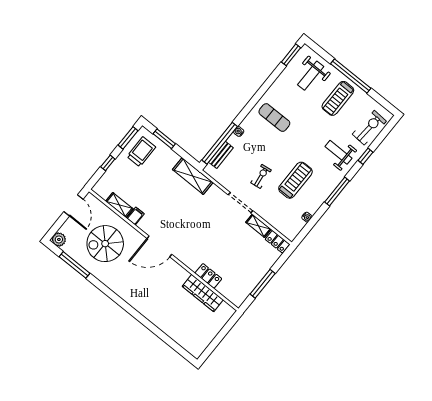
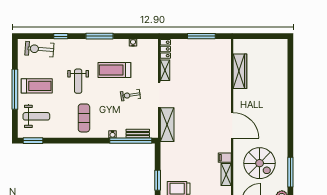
weight bench: (338, 152) -> (78, 81), moved
shelving: (193, 176) -> (167, 125), moved
locker: (208, 276) -> (225, 77), removed

